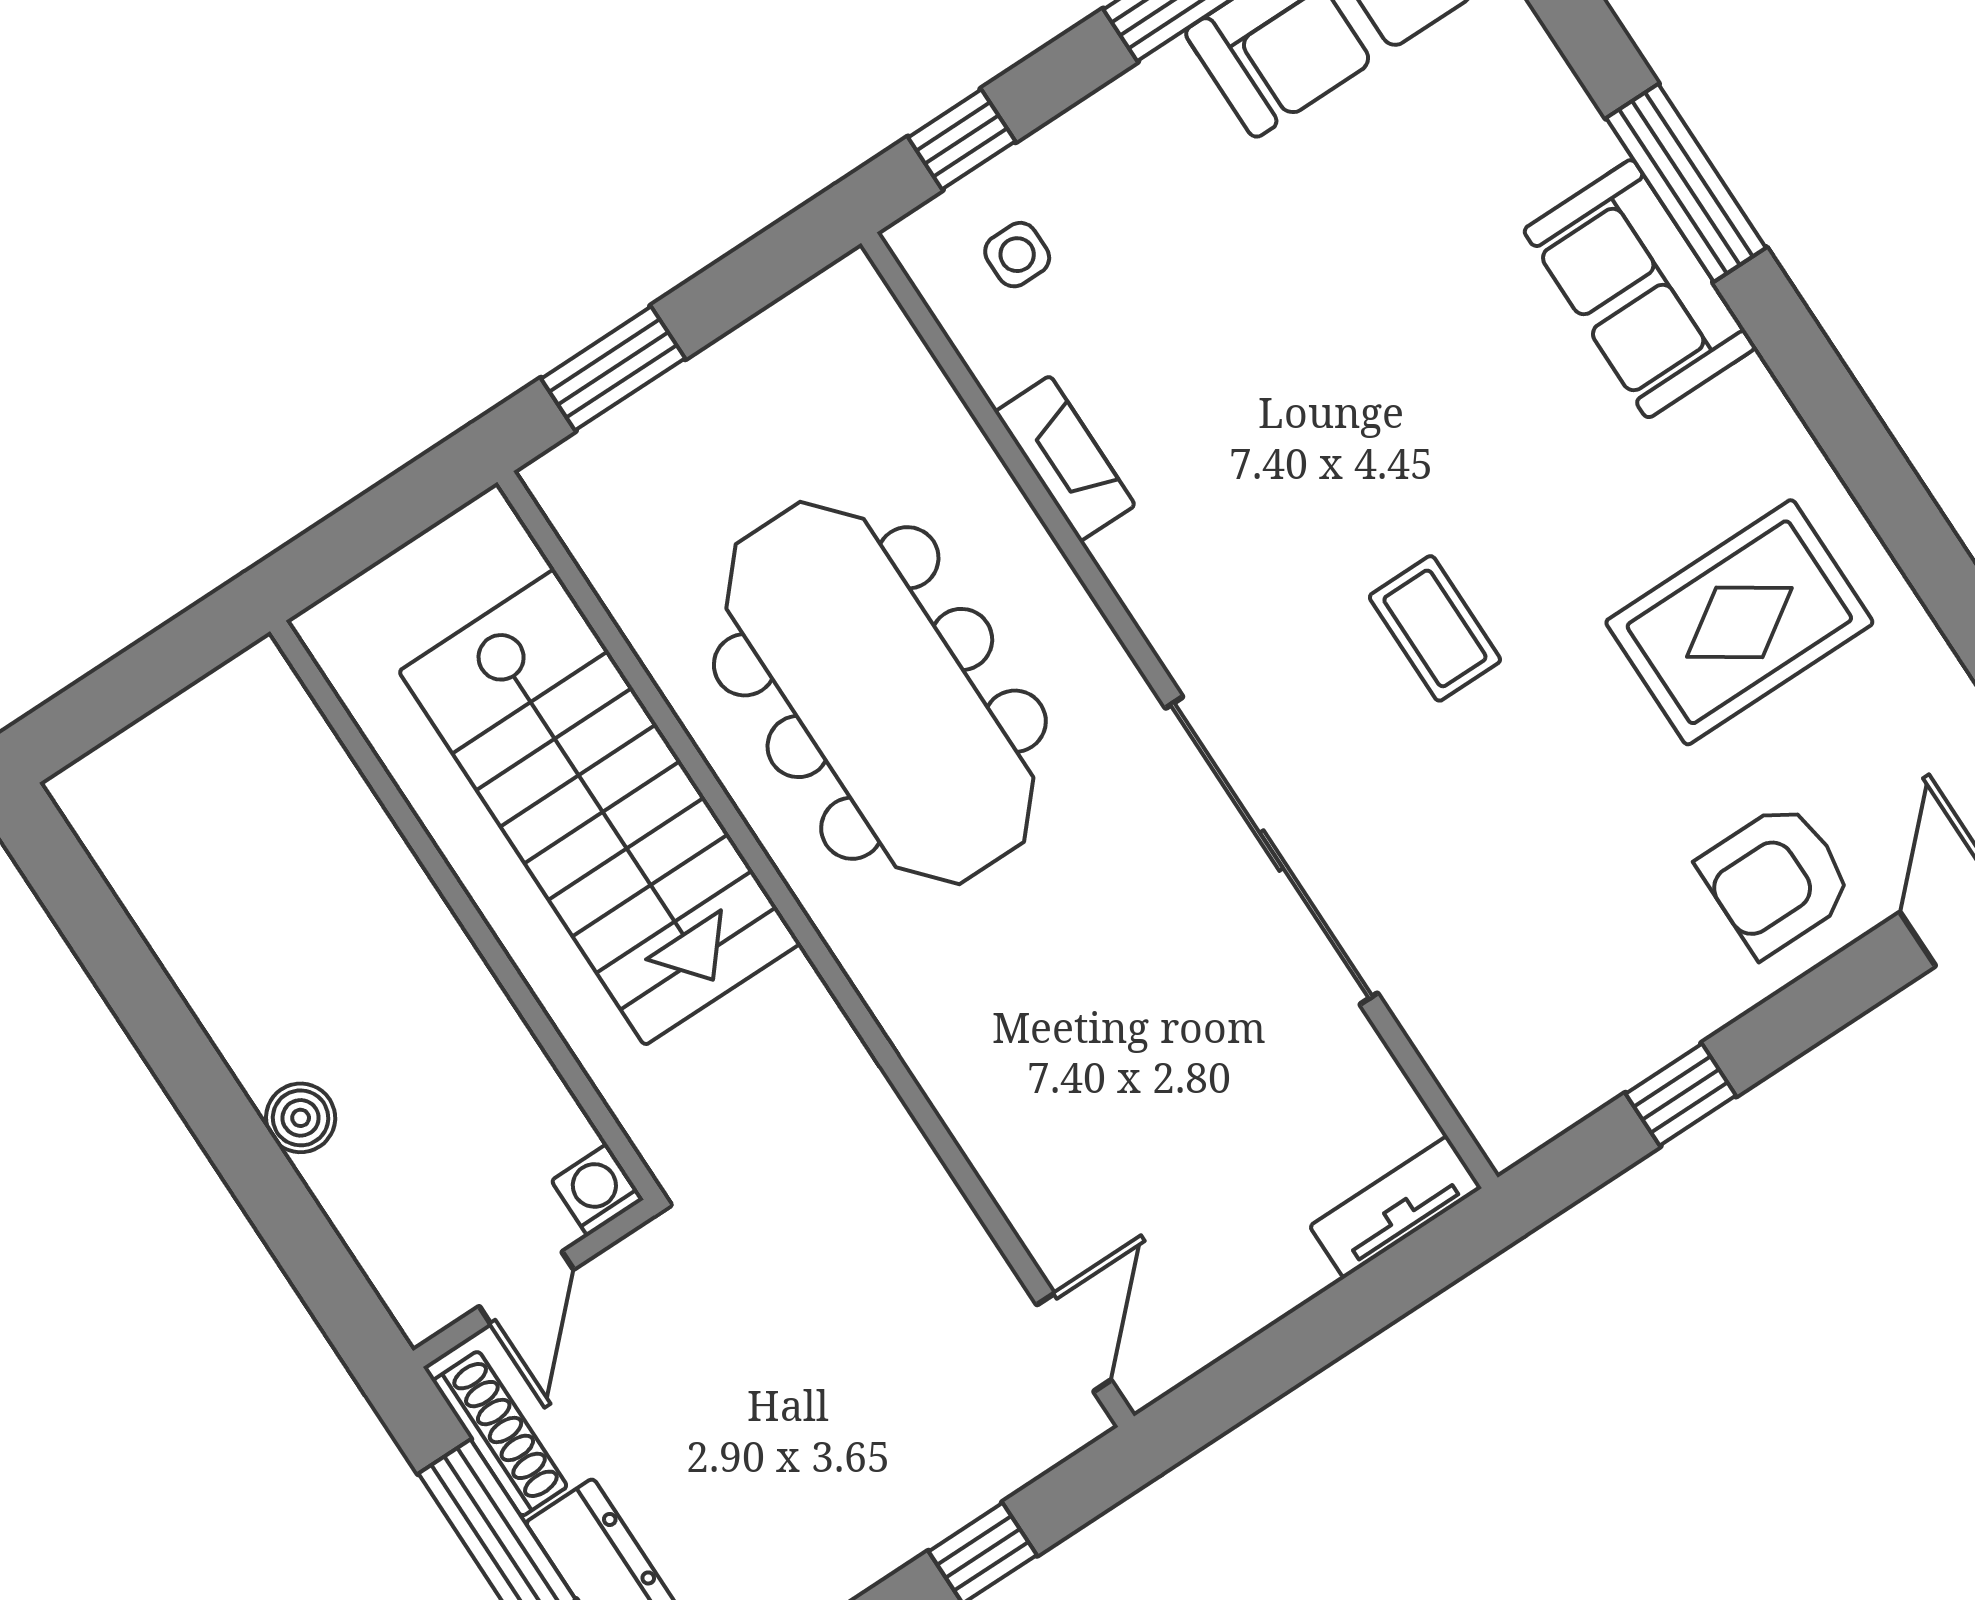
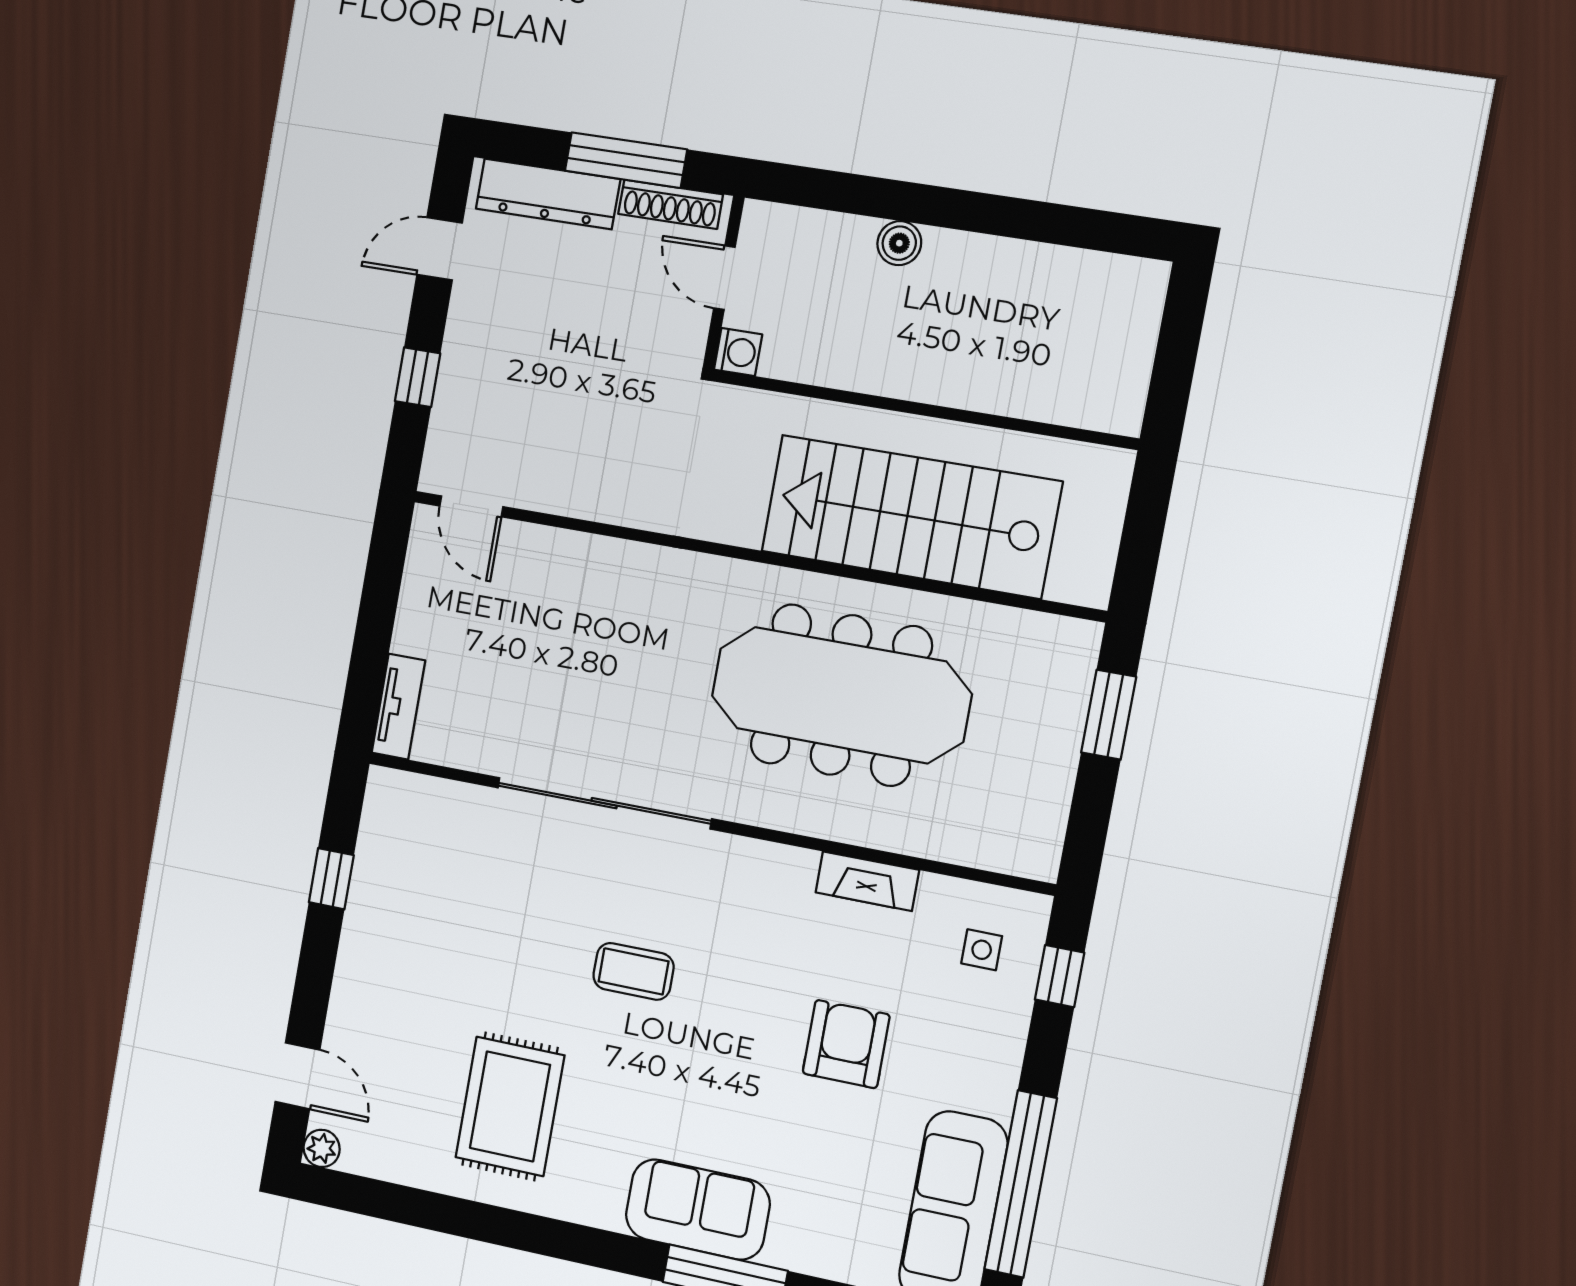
armchair: (1776, 879) -> (846, 1044), moved

